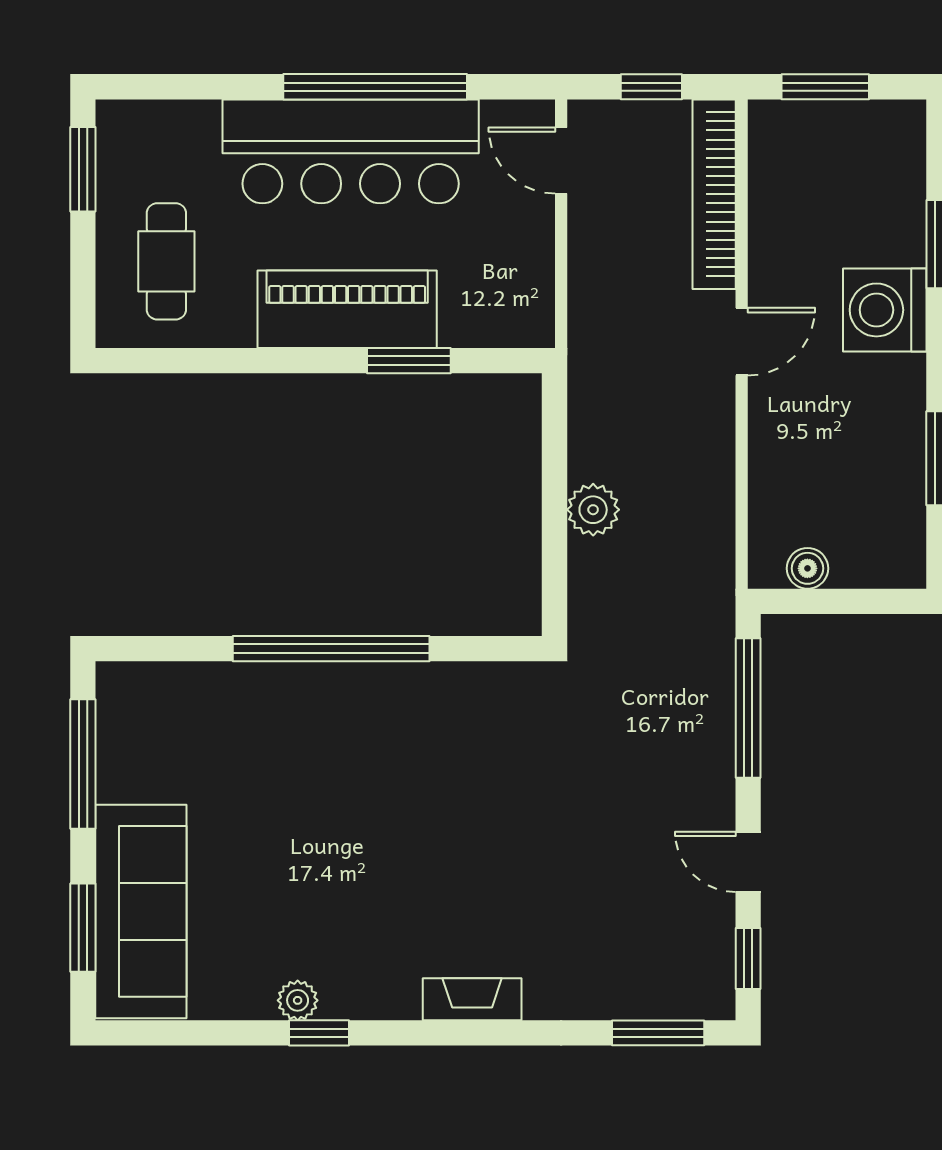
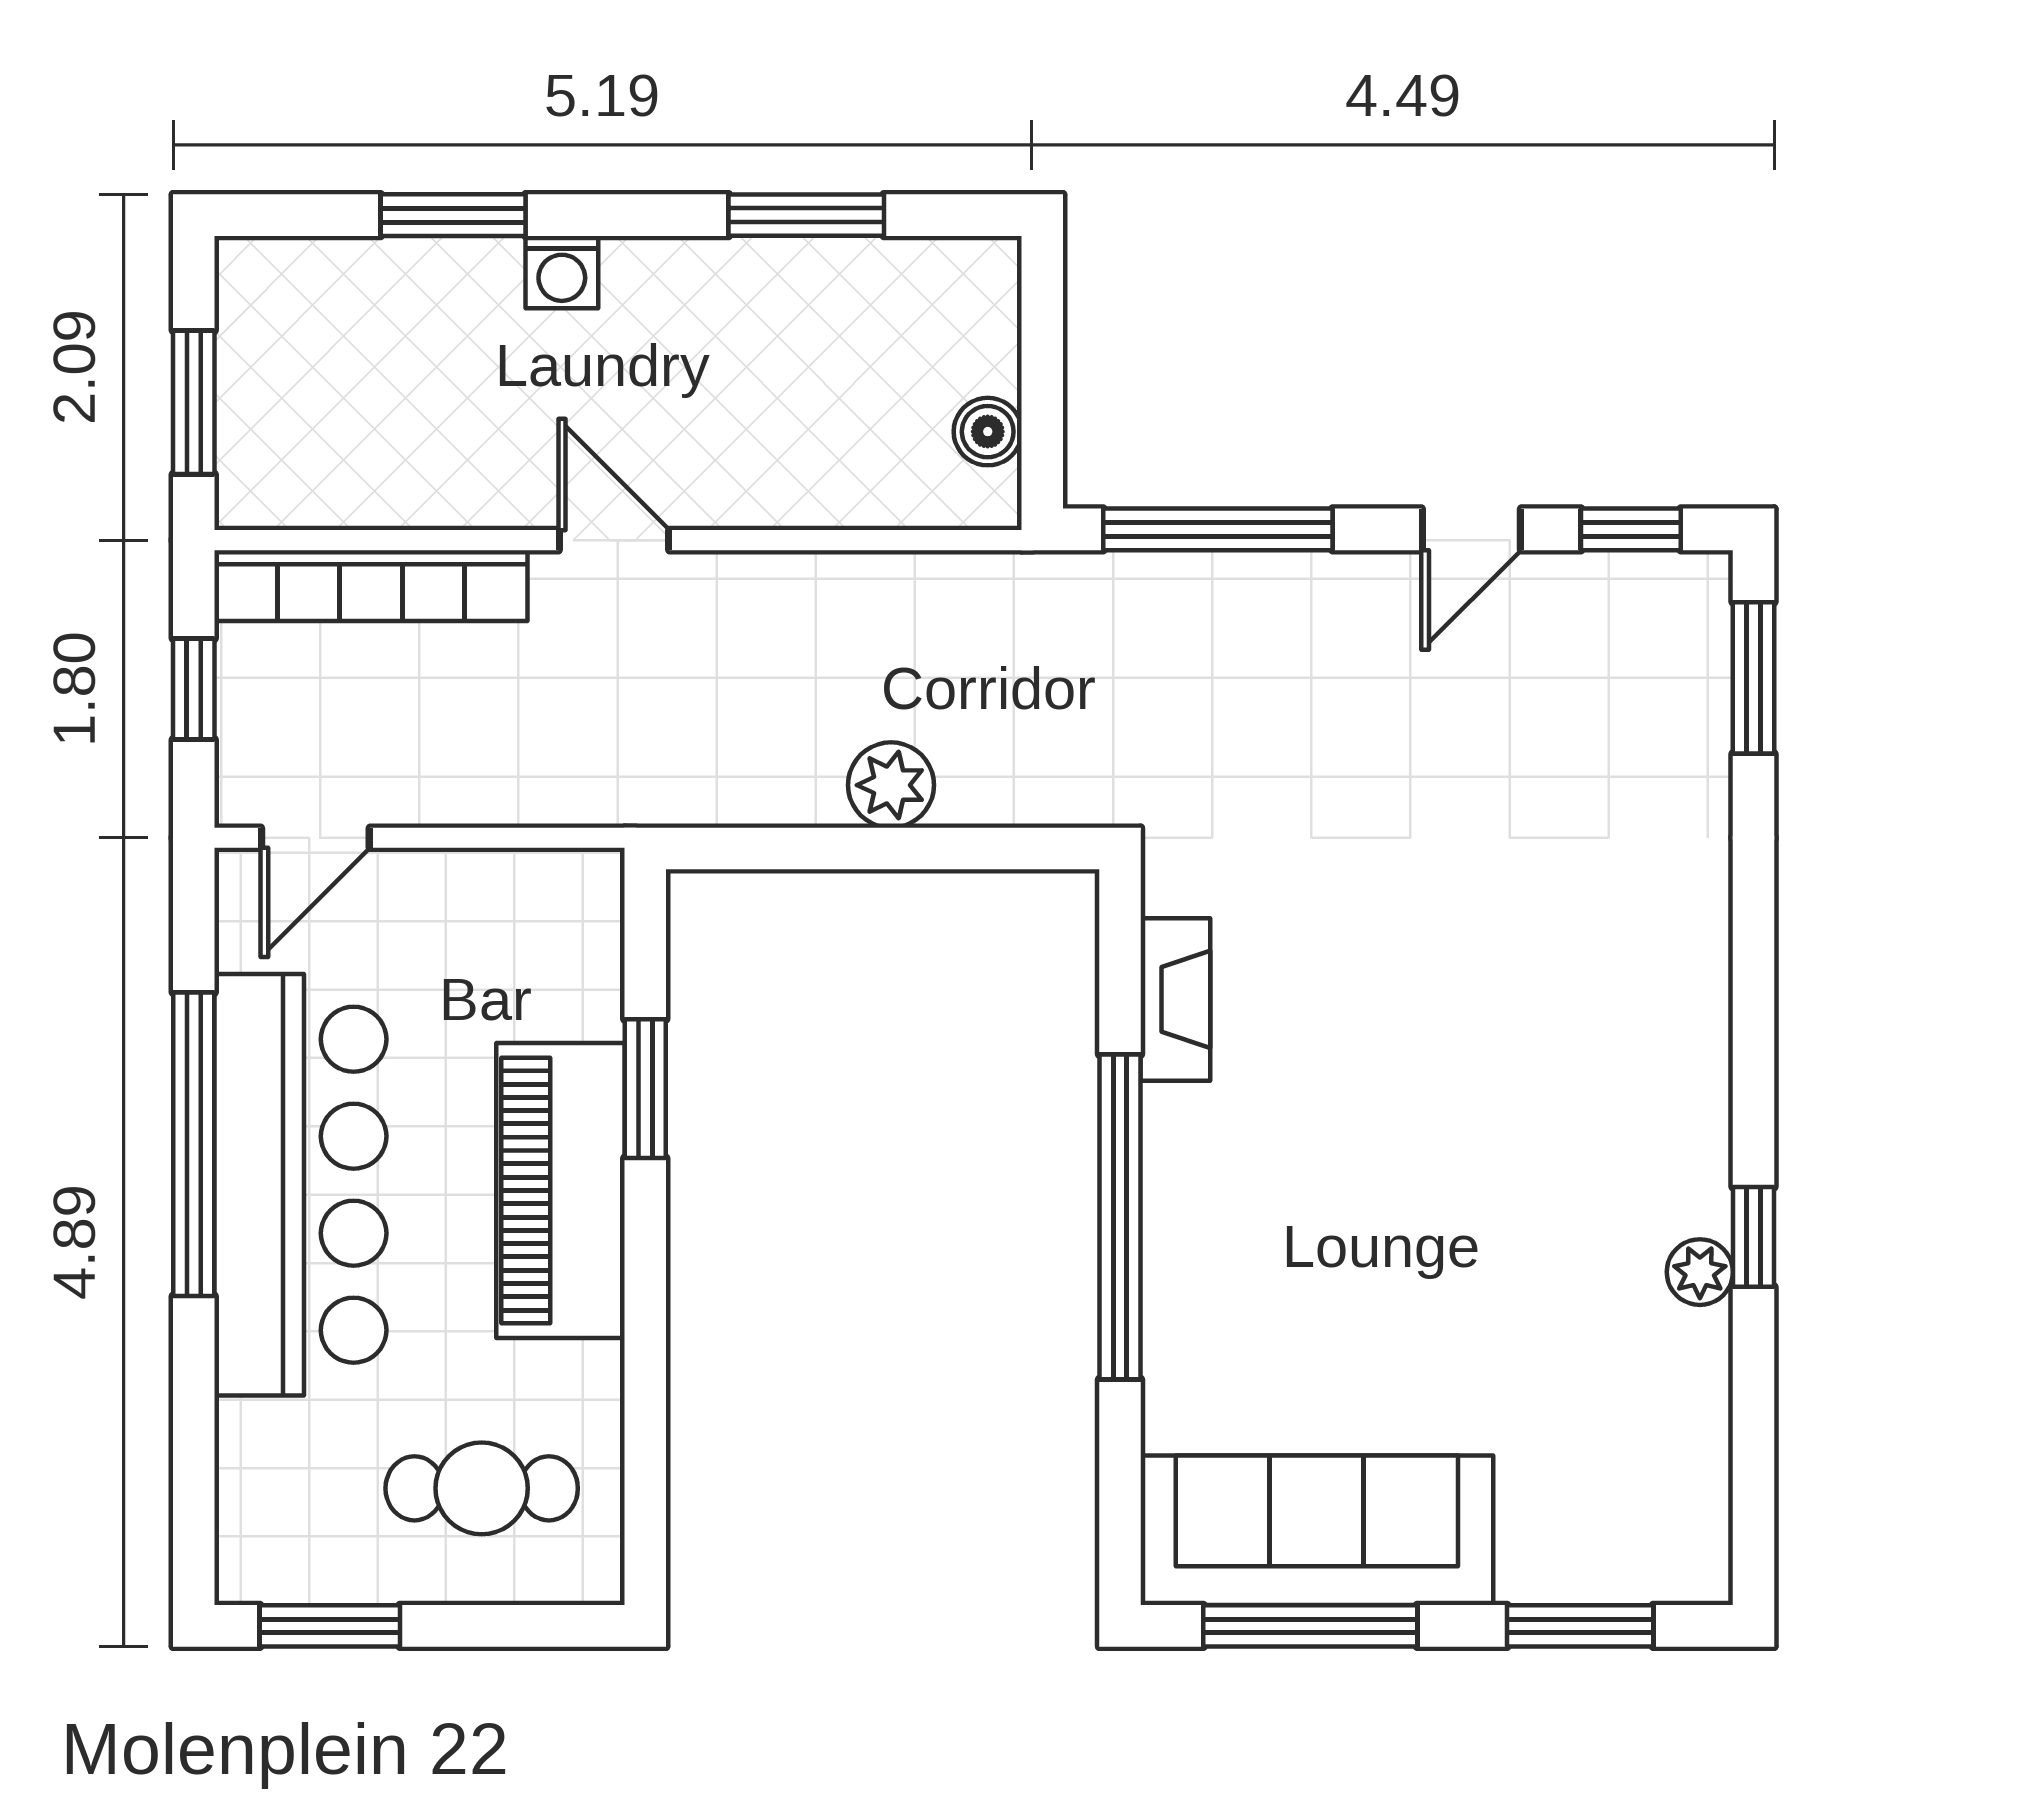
washing machine: (885, 310) -> (562, 272), width x0.53, depth x0.53
sofa: (141, 911) -> (1317, 1530), moved
fireplace: (472, 999) -> (1175, 999), moved, turned 180

